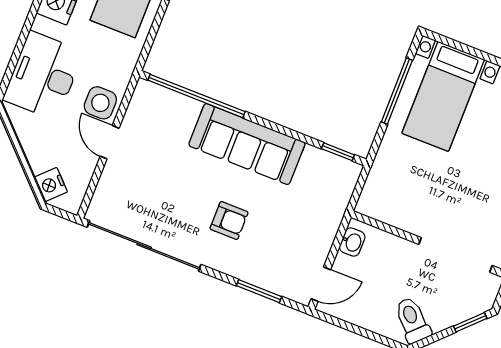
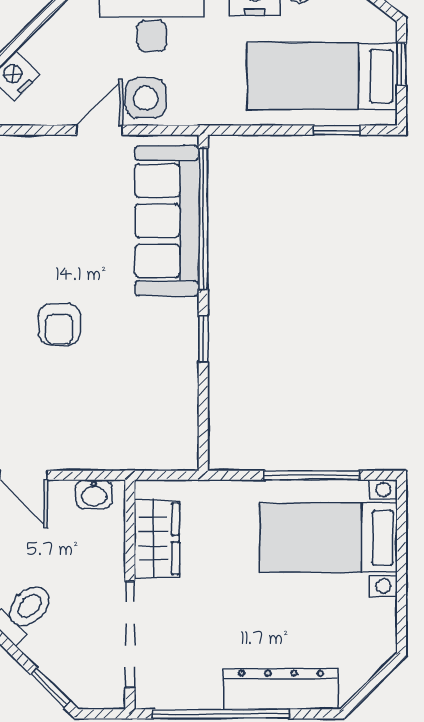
sofa: (247, 144) -> (167, 221), moved
window: (338, 152) -> (203, 339), moved
wardrobe: (398, 212) -> (157, 539), added

